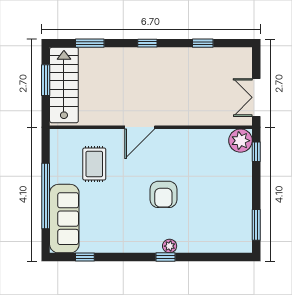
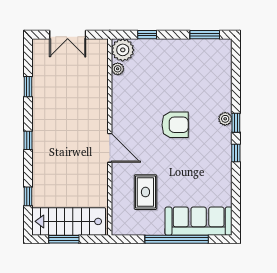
window: (90, 43) -> (28, 196), width x0.67
double door: (256, 97) -> (68, 35), moved
plant: (221, 135) -> (118, 69), added
window: (256, 152) -> (147, 35), moved
rug: (94, 164) -> (145, 192), turned 90
window: (85, 257) -> (236, 153), moved

